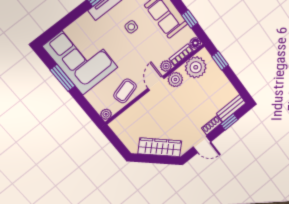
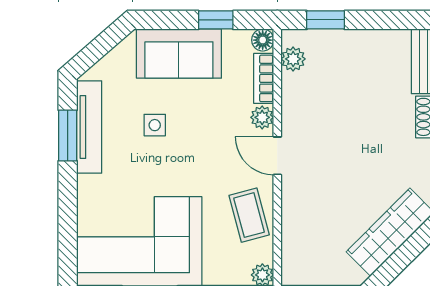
plant: (196, 67) -> (293, 59), width x0.53, depth x0.53
plant: (175, 80) -> (297, 119), removed

